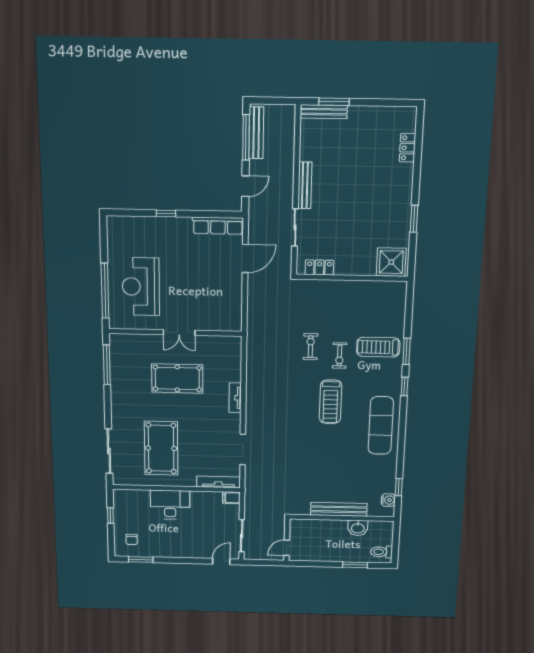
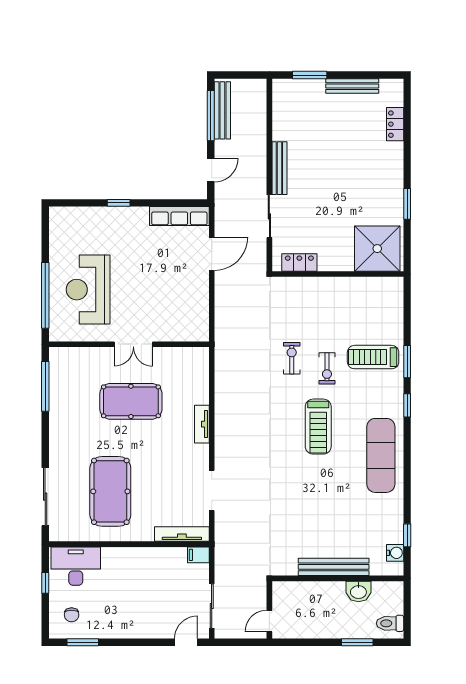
bench: (324, 112) -> (352, 86), moved
shower: (391, 262) -> (377, 249), width x1.37, depth x1.37
desk: (170, 505) -> (76, 566), moved

